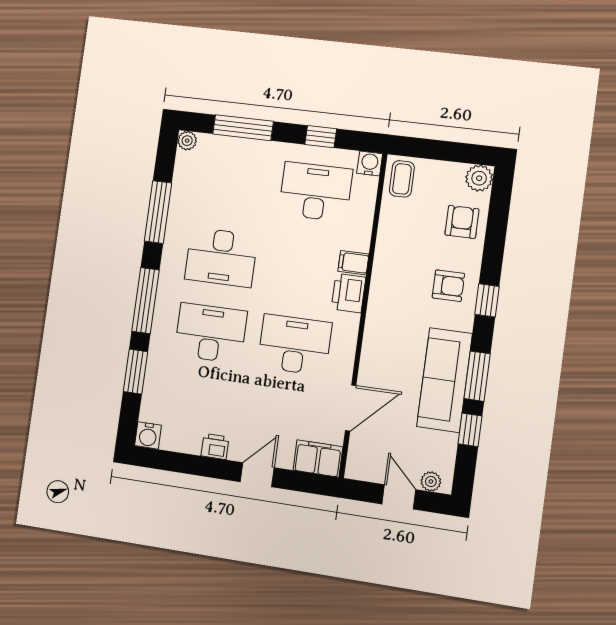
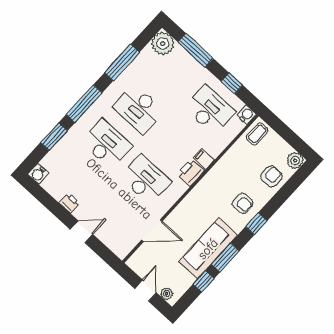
plant: (187, 141) -> (163, 44), width x1.88, depth x1.88
filing cabinet: (318, 458) -> (118, 244), removed

